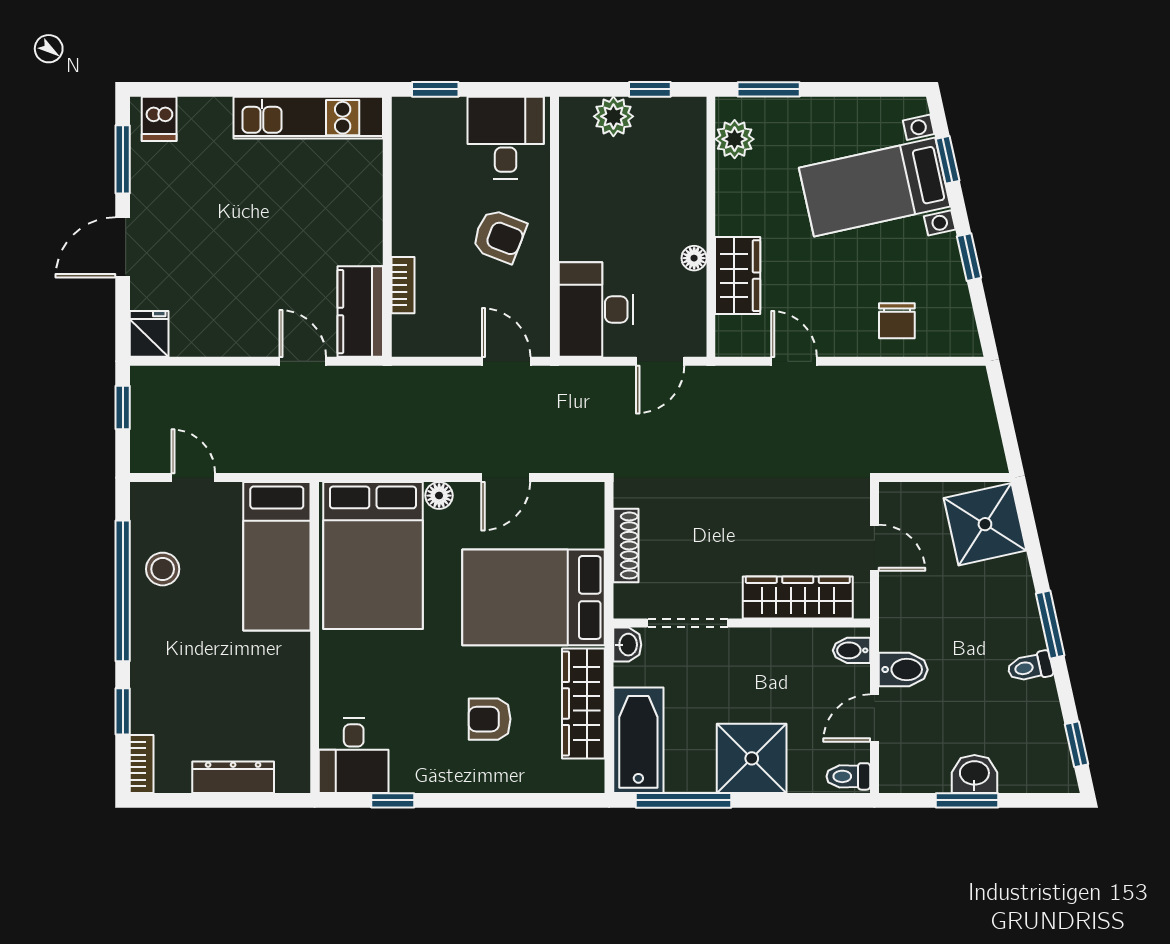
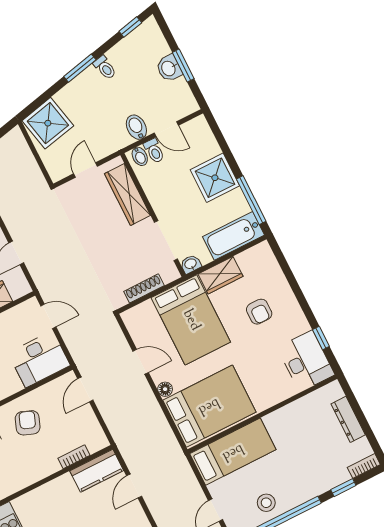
wardrobe: (583, 703) -> (220, 275), width x0.67
desk: (354, 756) -> (306, 361), width x1.37
toilet: (848, 776) -> (154, 151), moved

